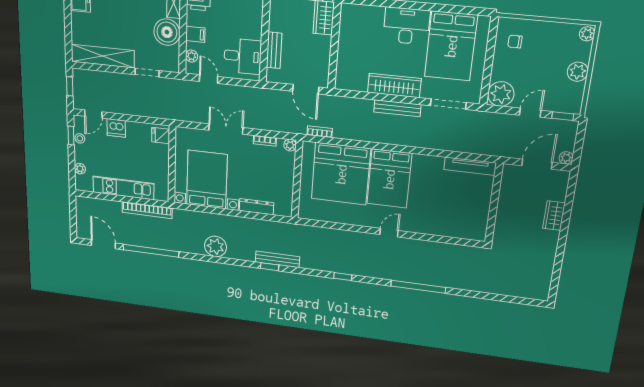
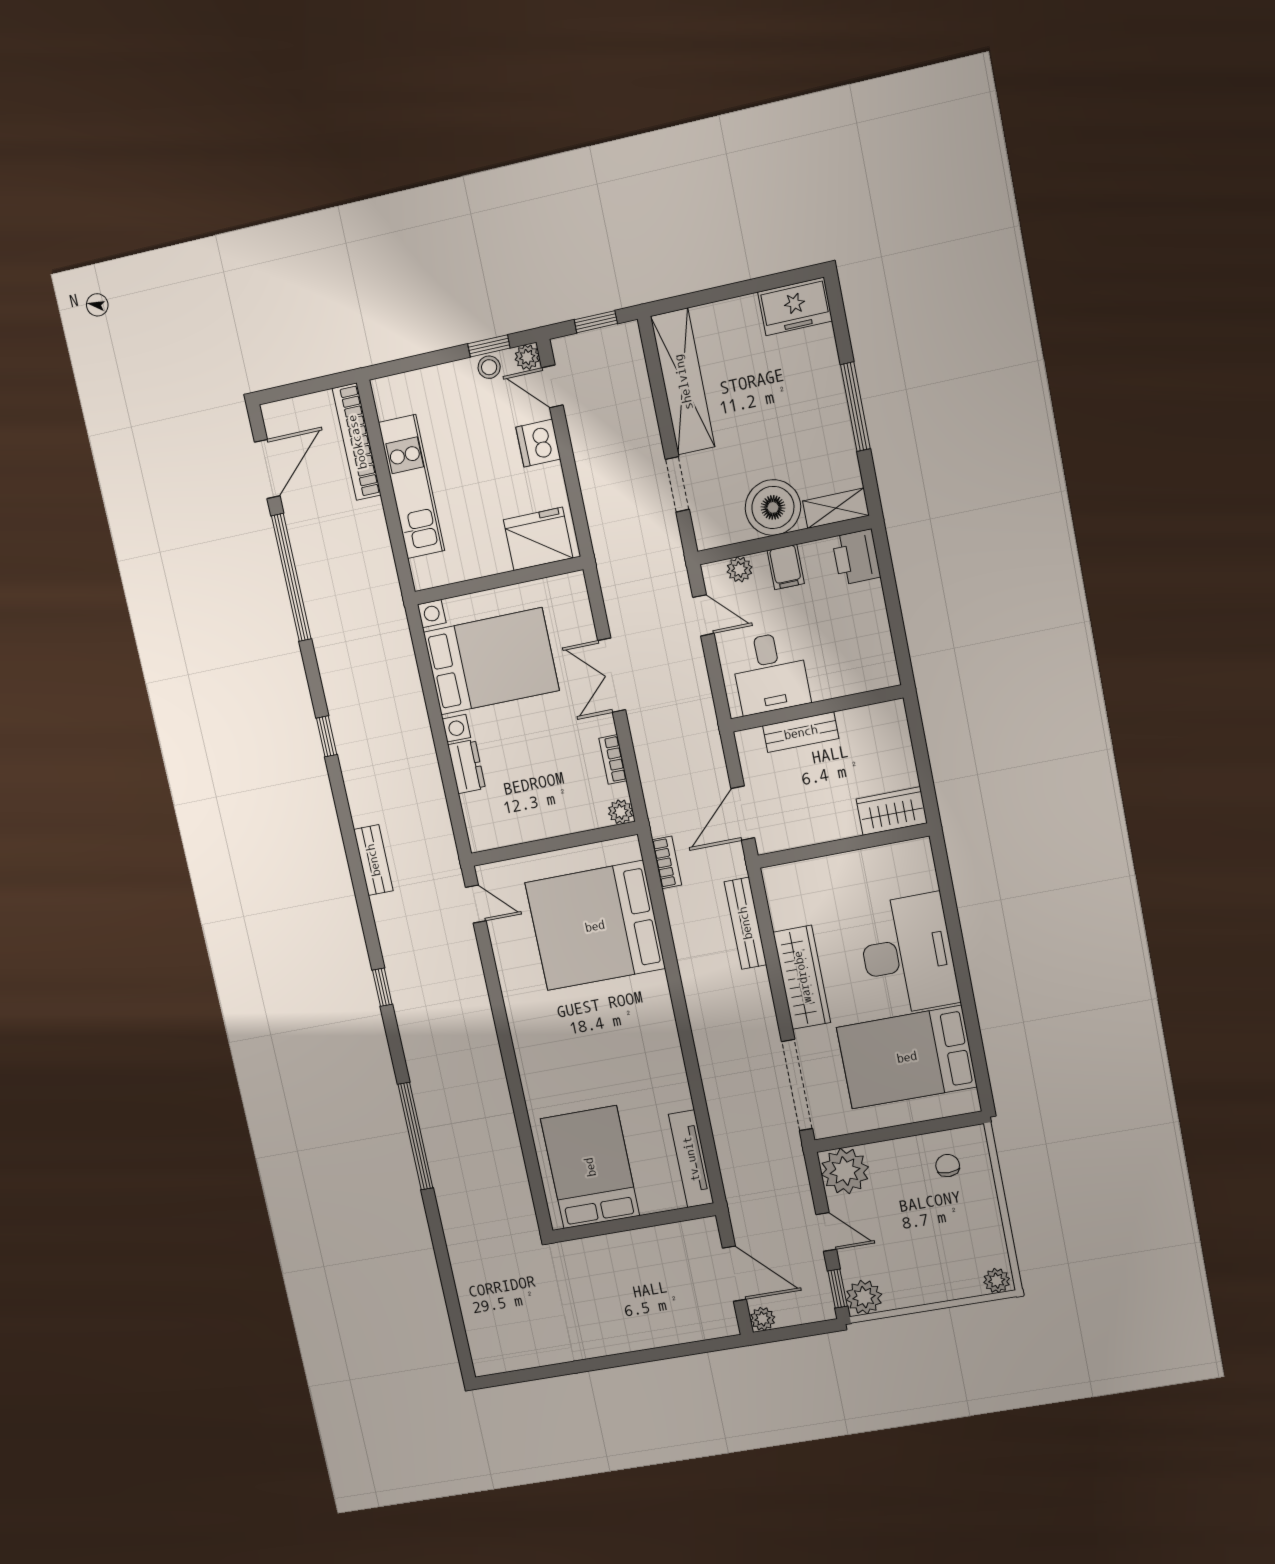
desk: (406, 26) -> (908, 954), width x1.36, depth x1.30
plant: (578, 72) -> (864, 1297), moved
door: (209, 79) -> (703, 615), hinge flipped
doorway: (448, 104) -> (797, 1085), width x1.36
bench: (397, 108) -> (745, 923), moved
double door: (226, 129) -> (612, 675), swing flipped
fridge: (161, 136) -> (538, 539), width x1.88, depth x1.34
plant: (80, 169) -> (527, 357), moved
bed: (389, 179) -> (590, 1167), moved, turned 90
dresser: (256, 207) -> (467, 767), width x0.70
bookcase: (147, 210) -> (357, 442), moved
wardrobe: (554, 216) -> (647, 1333), removed
door: (389, 233) -> (476, 904), moved
plant: (216, 246) -> (352, 714), removed
bench: (277, 259) -> (373, 860), width x0.73
window: (270, 267) -> (327, 736), moved

